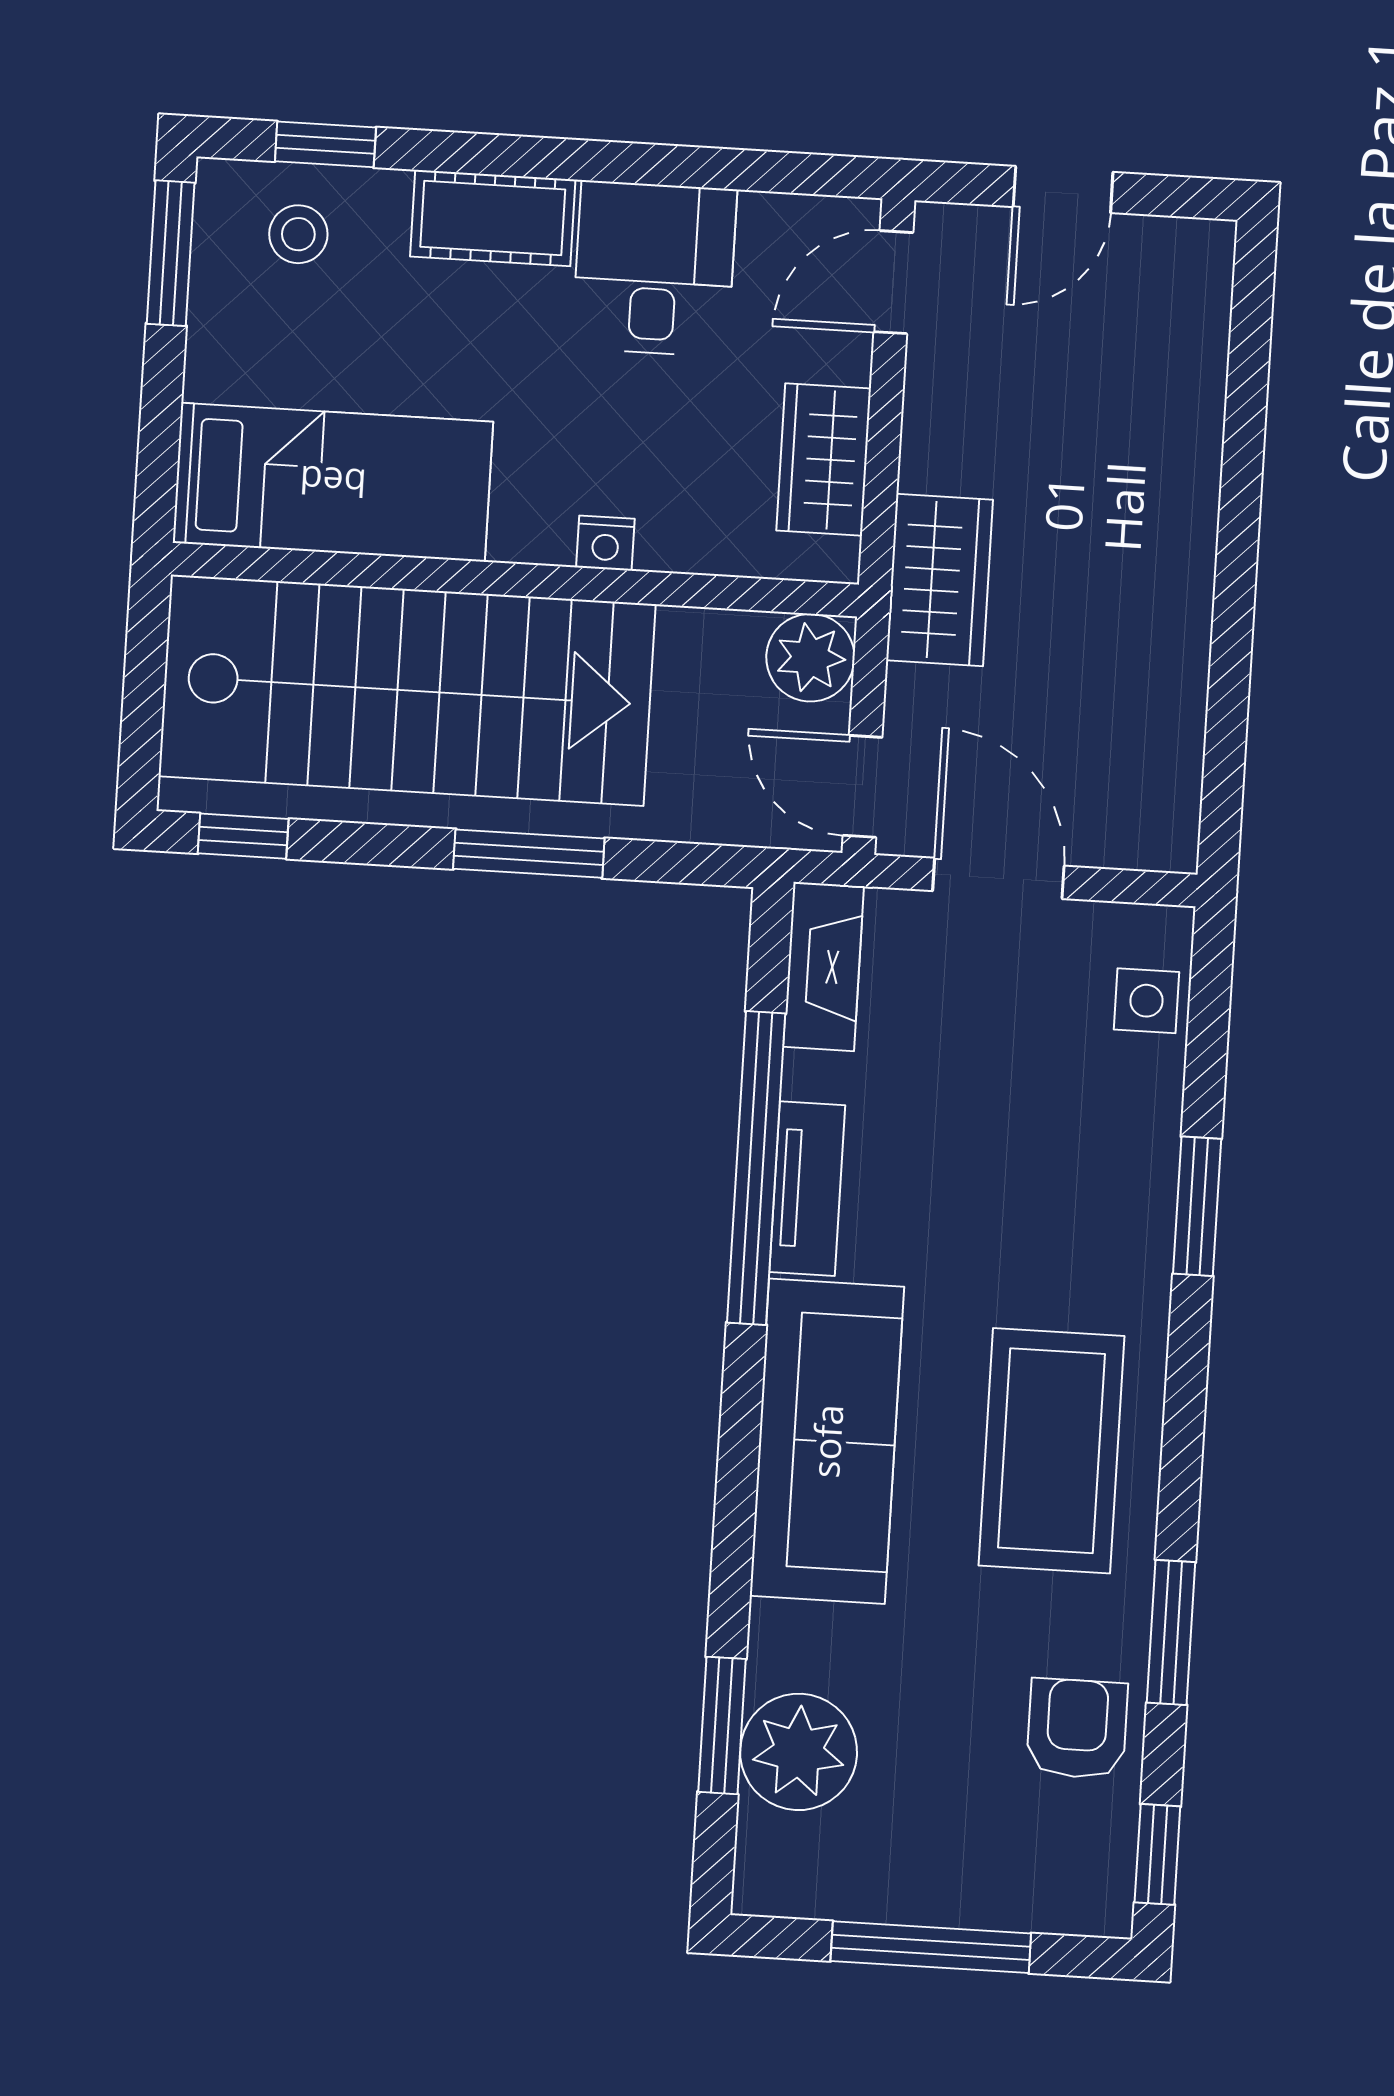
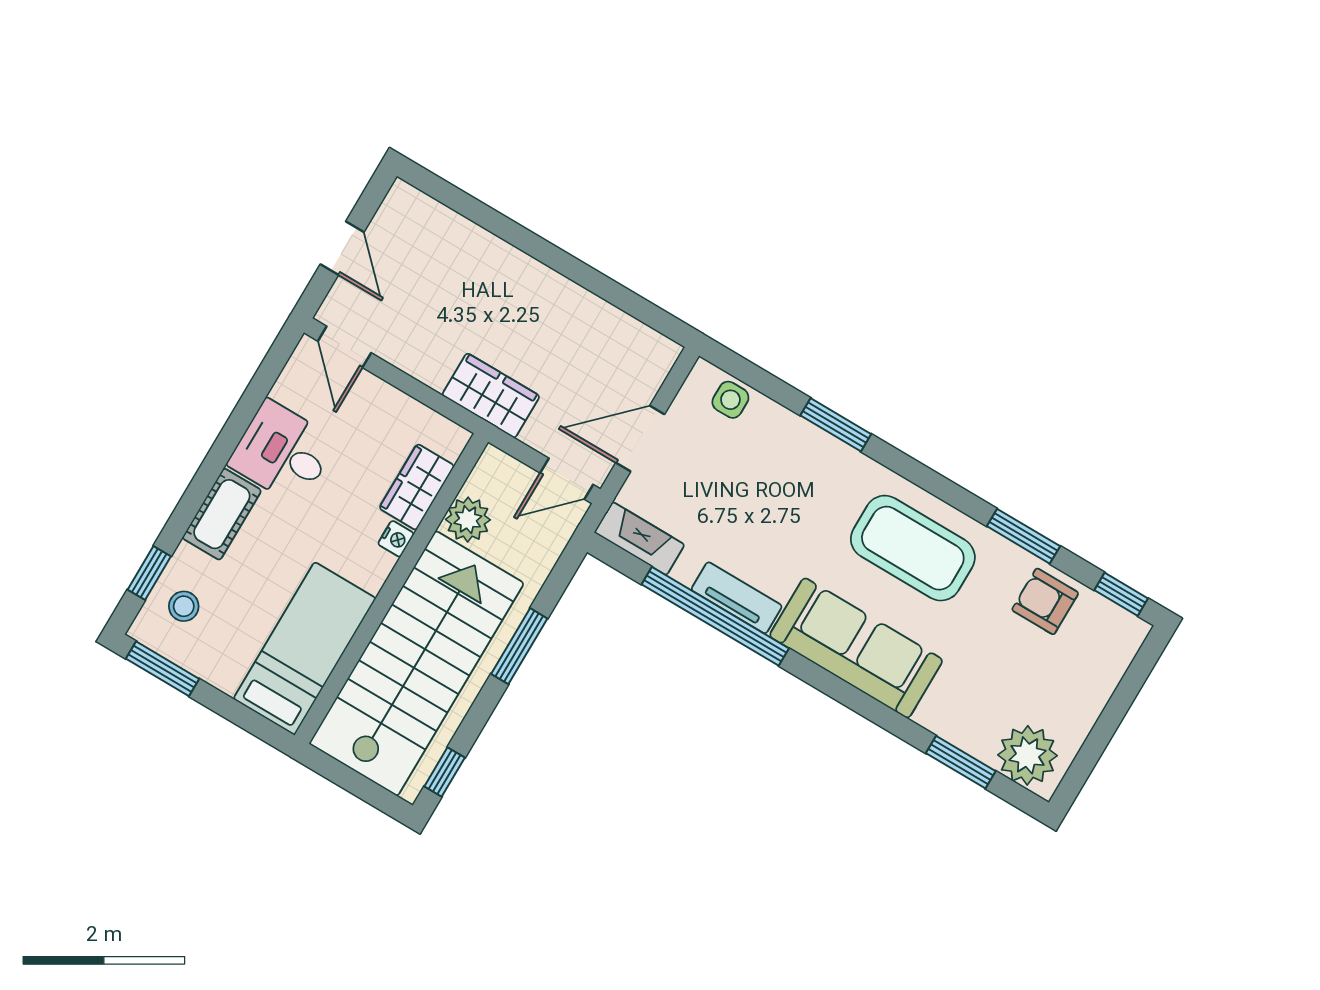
wardrobe: (824, 460) -> (417, 487), moved, turned 90
plant: (810, 658) -> (468, 520), moved
plant: (799, 1752) -> (1028, 755), moved
window: (931, 1947) -> (1110, 719), removed

